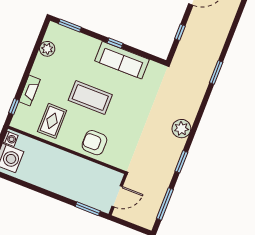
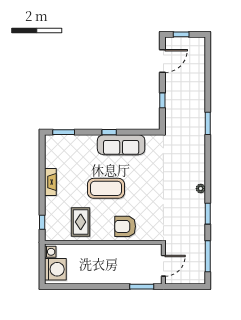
plant: (47, 49) -> (52, 160), removed
fireplace: (29, 91) -> (50, 182), moved
plant: (181, 129) -> (201, 189), width x0.53, depth x0.53

